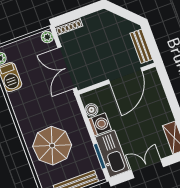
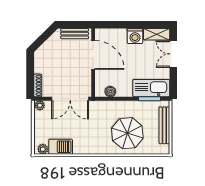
washing machine: (100, 124) -> (135, 36), moved, turned 180
double door: (147, 168) -> (173, 54), moved

